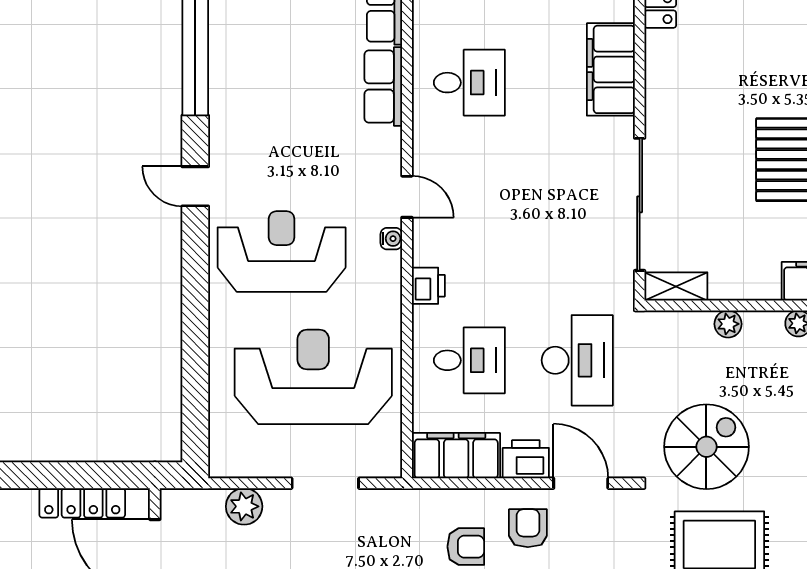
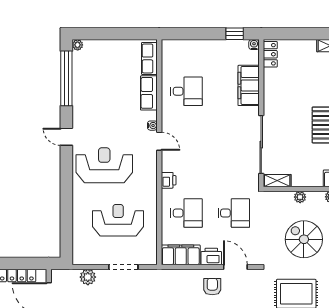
water cooler: (391, 239) -> (152, 126), moved
desk: (577, 360) -> (234, 213), width x0.73
reception desk: (313, 377) -> (118, 220), width x0.74, depth x0.77
spiral stairs: (706, 447) -> (304, 239), moved, turned -90
armchair: (466, 547) -> (185, 295), removed

